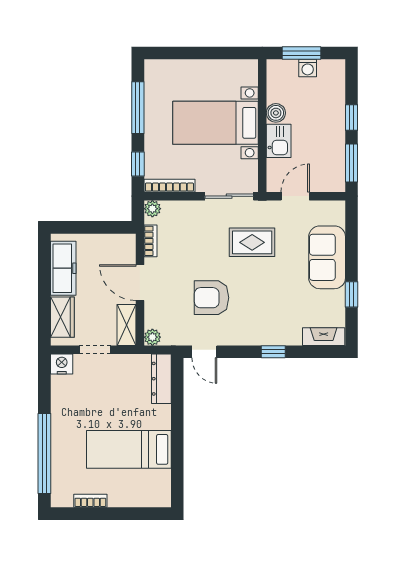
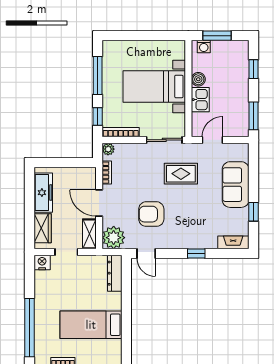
washing machine: (308, 68) -> (204, 46), moved
window: (352, 118) -> (253, 69), moved
plant: (152, 337) -> (114, 238), width x1.87, depth x1.87

